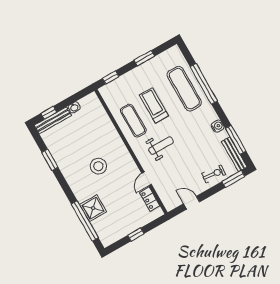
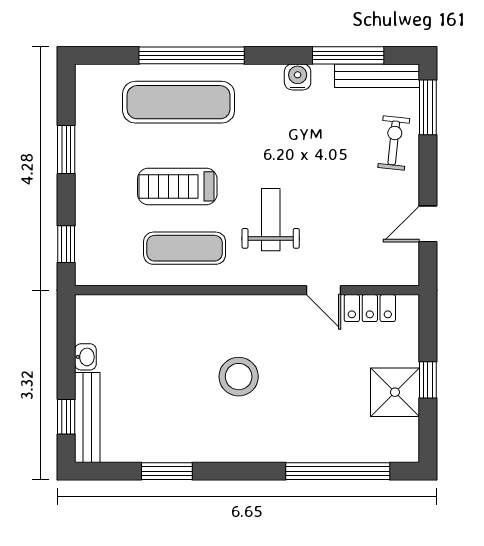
shower: (93, 208) -> (395, 392), moved

